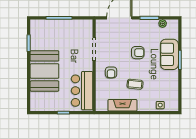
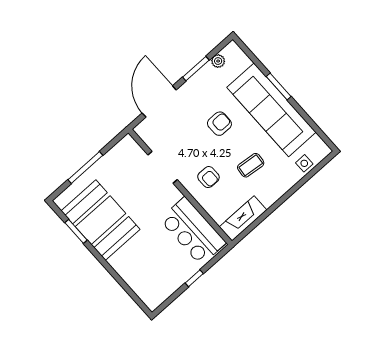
sofa: (169, 54) -> (271, 110), width x1.85, depth x1.27
booth: (44, 71) -> (101, 220), moved
fireplace: (122, 105) -> (243, 218), moved

